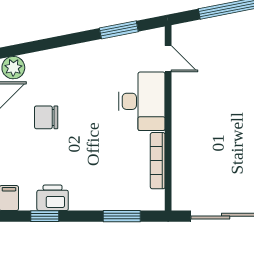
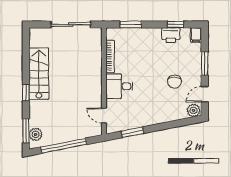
desk: (142, 101) -> (119, 86), width x0.73
chair: (46, 117) -> (174, 82), turned 90

